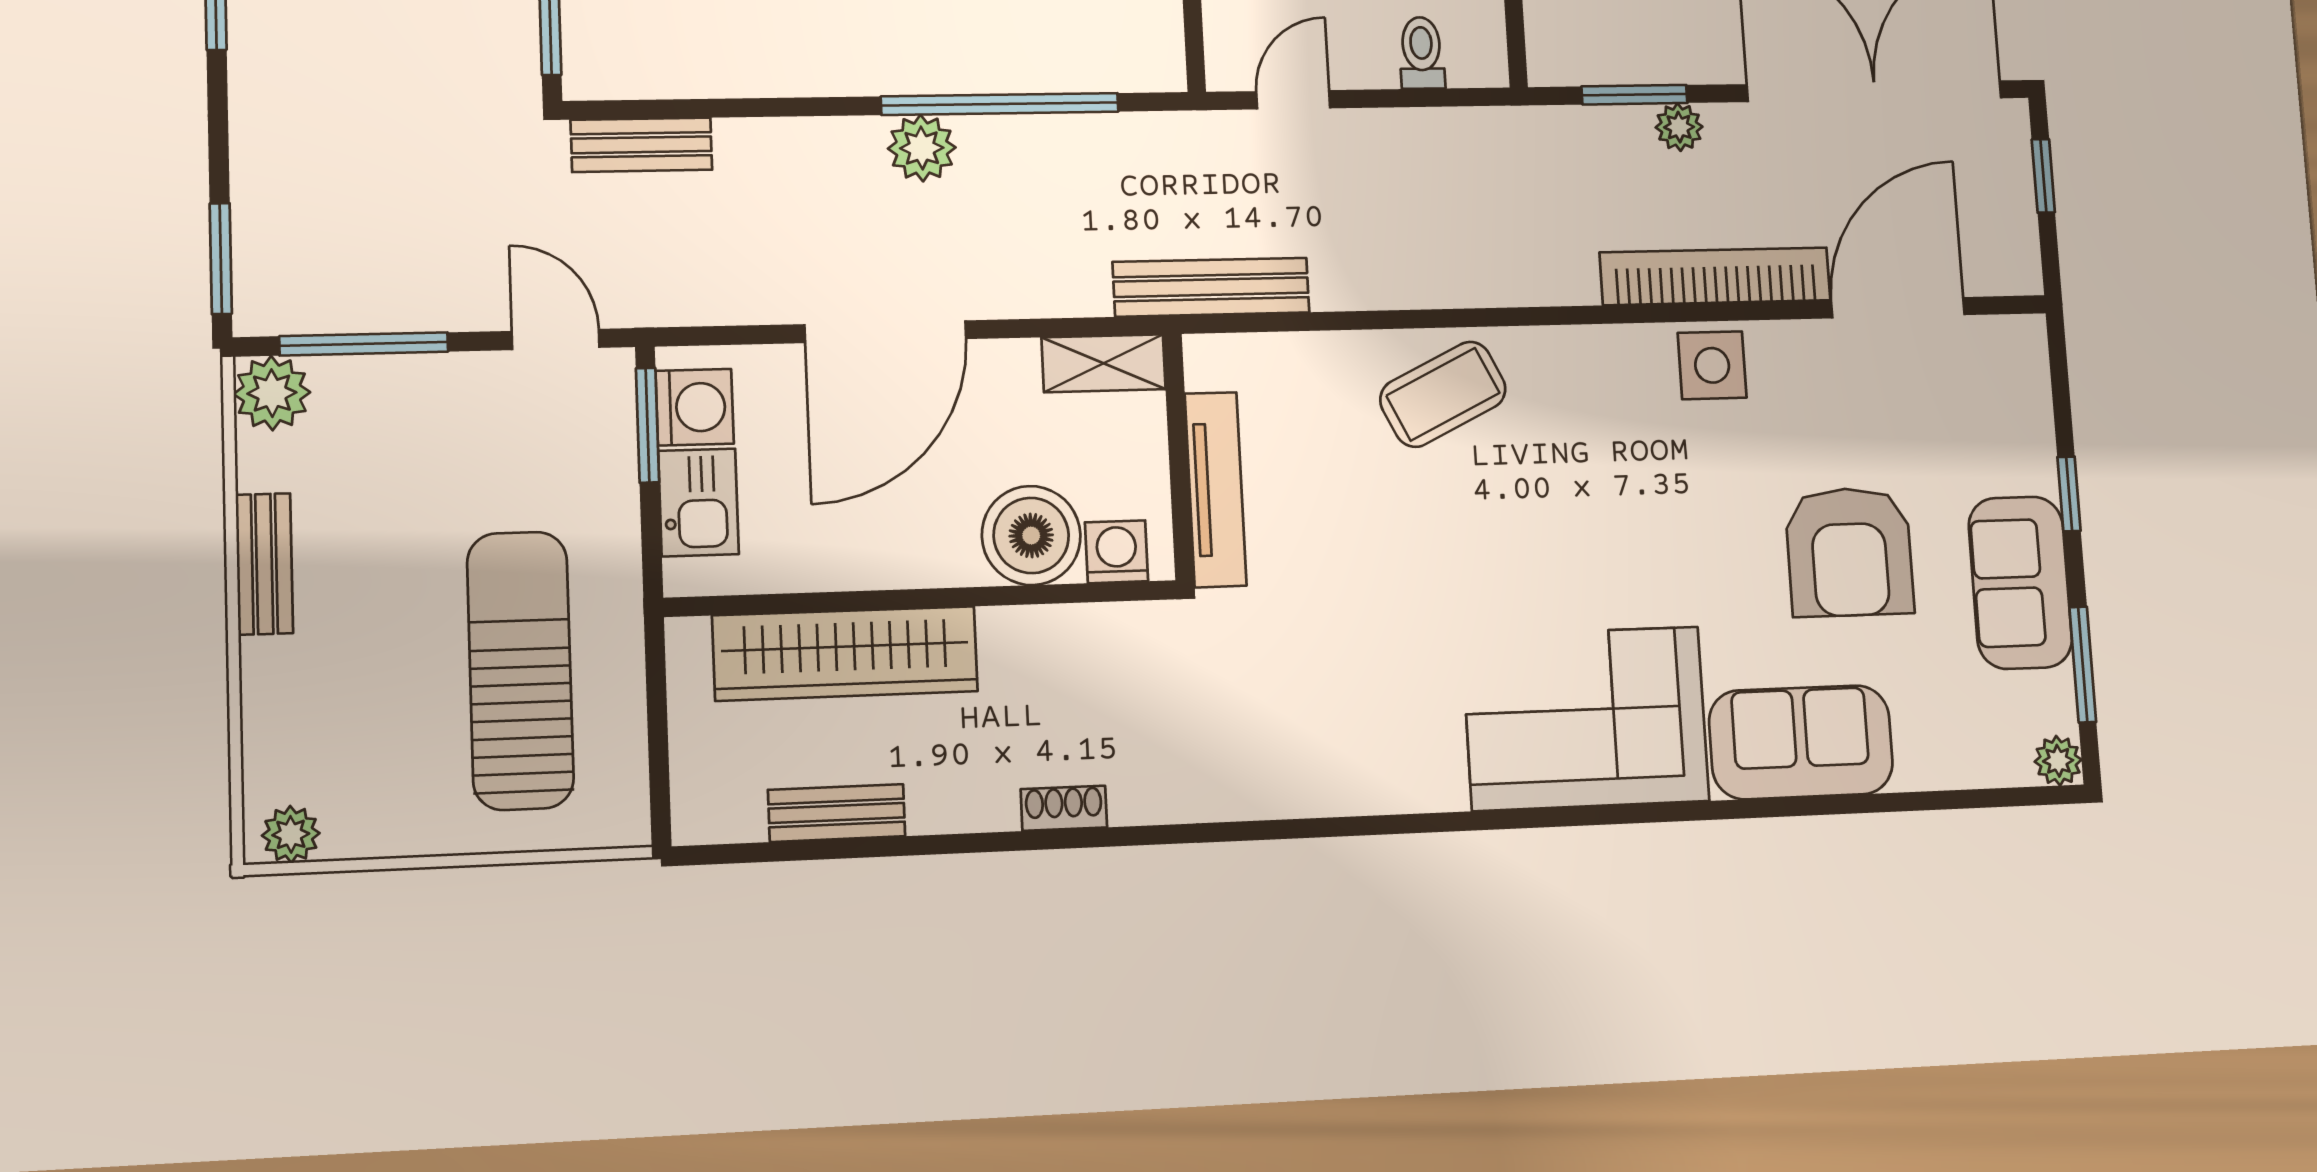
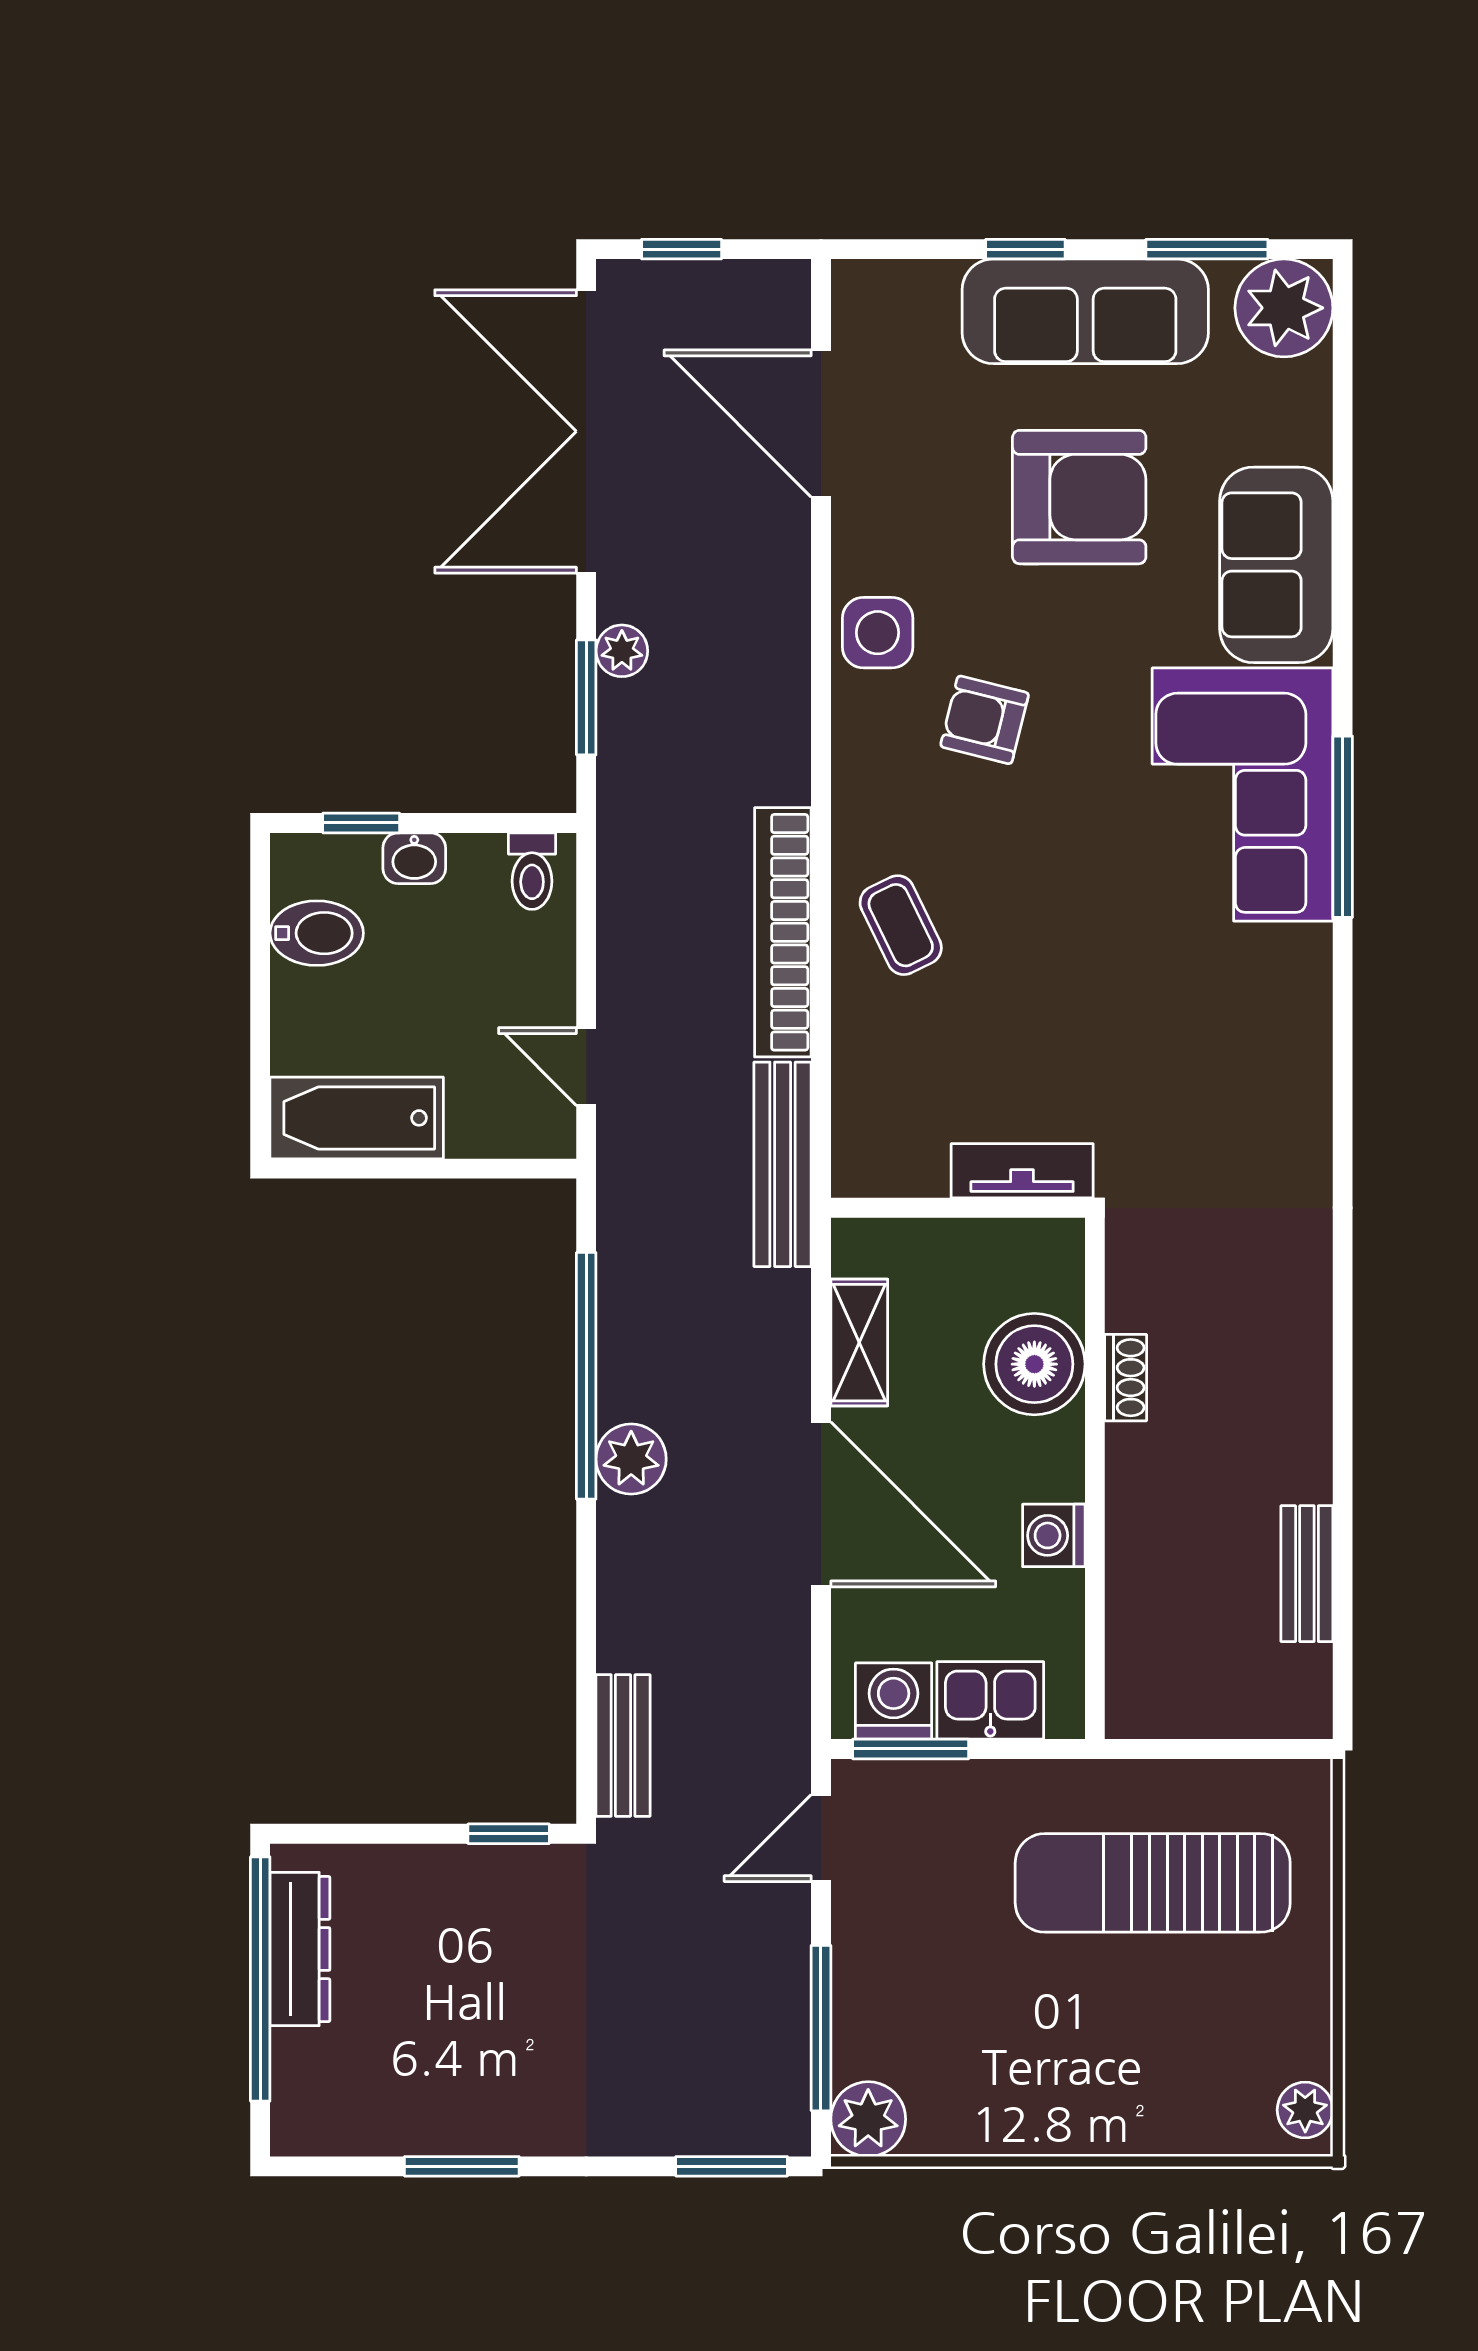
toilet: (1422, 53) -> (532, 871), moved, turned -90
bookcase: (1715, 276) -> (783, 932), moved
shelving: (1104, 363) -> (859, 1343), moved
coffee table: (1443, 394) -> (901, 925), width x0.73, depth x0.77
armchair: (1639, 469) -> (985, 720), added
tv unit: (1216, 490) -> (1022, 1171), width x0.71
washing machine: (1117, 552) -> (1054, 1535), moved
bench: (264, 564) -> (1038, 2130), removed
sofa: (2020, 583) -> (1085, 311), width x1.36
wardrobe: (845, 653) -> (1148, 1559), removed
plant: (2058, 761) -> (1284, 308), width x1.87, depth x1.87
shoe rack: (1064, 808) -> (1126, 1378), moved, turned 180
window: (1562, 817) -> (1343, 827), added

